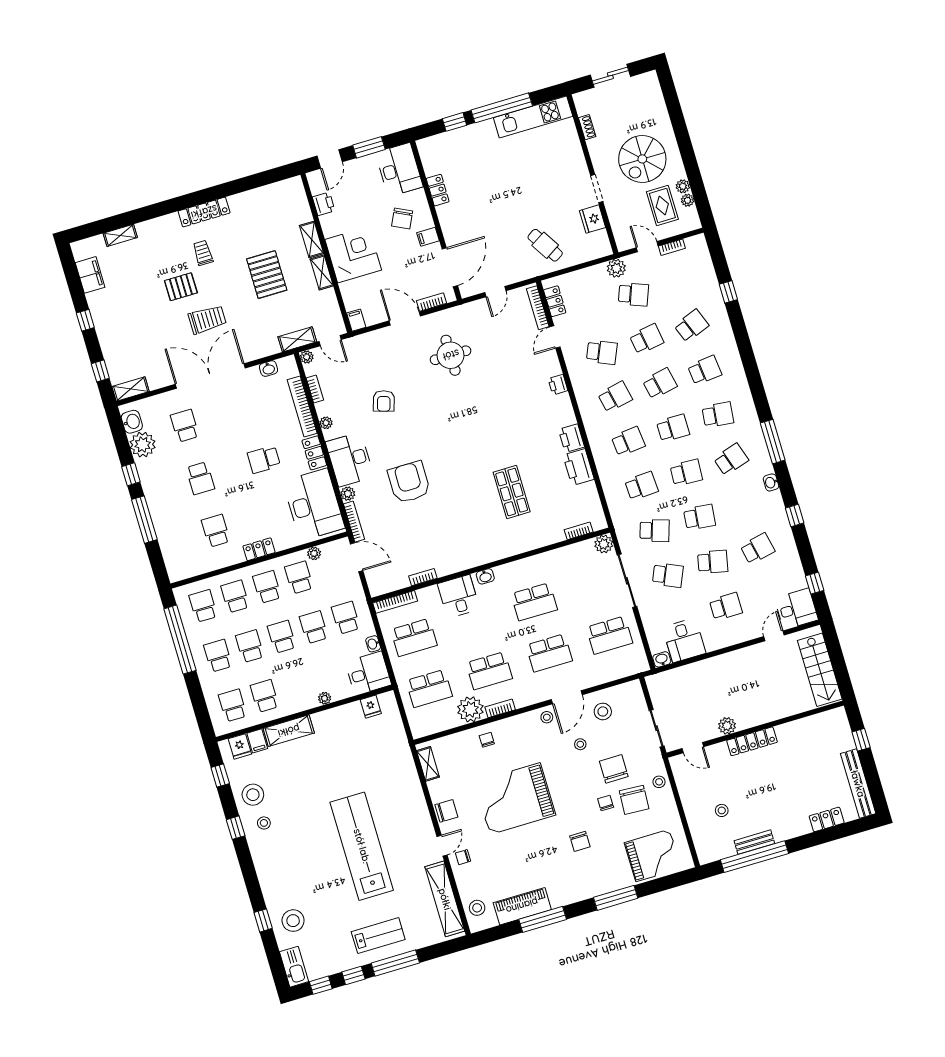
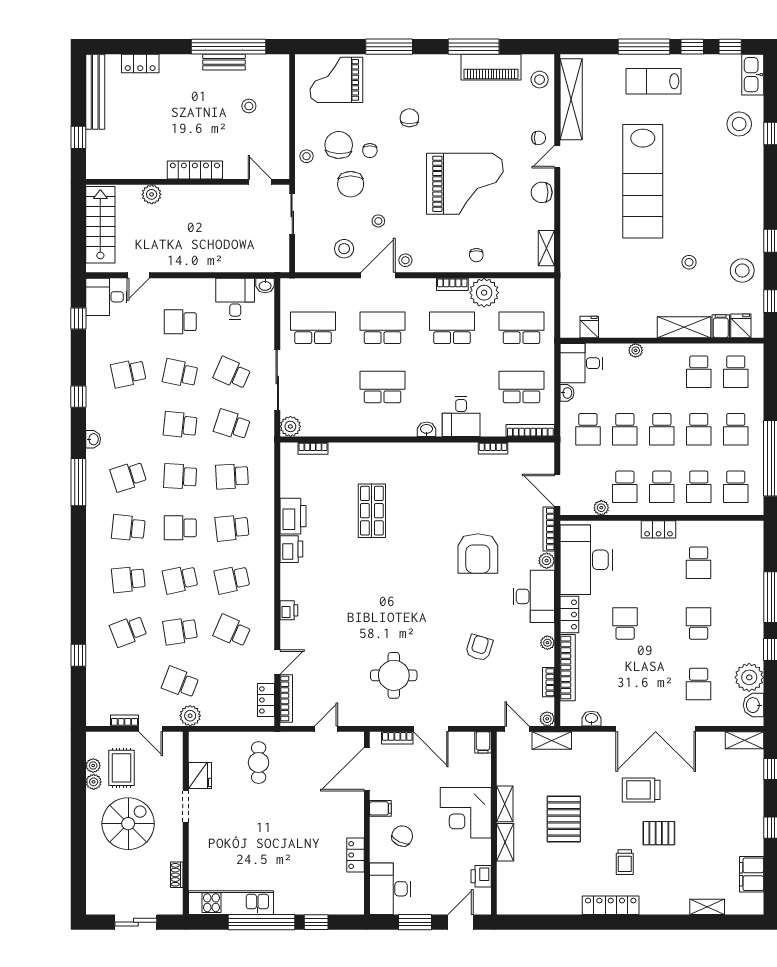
cafe table: (545, 245) -> (259, 763), turned 32
school desk: (264, 459) -> (625, 623), turned -90
plant: (727, 726) -> (152, 194), moved
stool: (264, 823) -> (689, 262), moved

